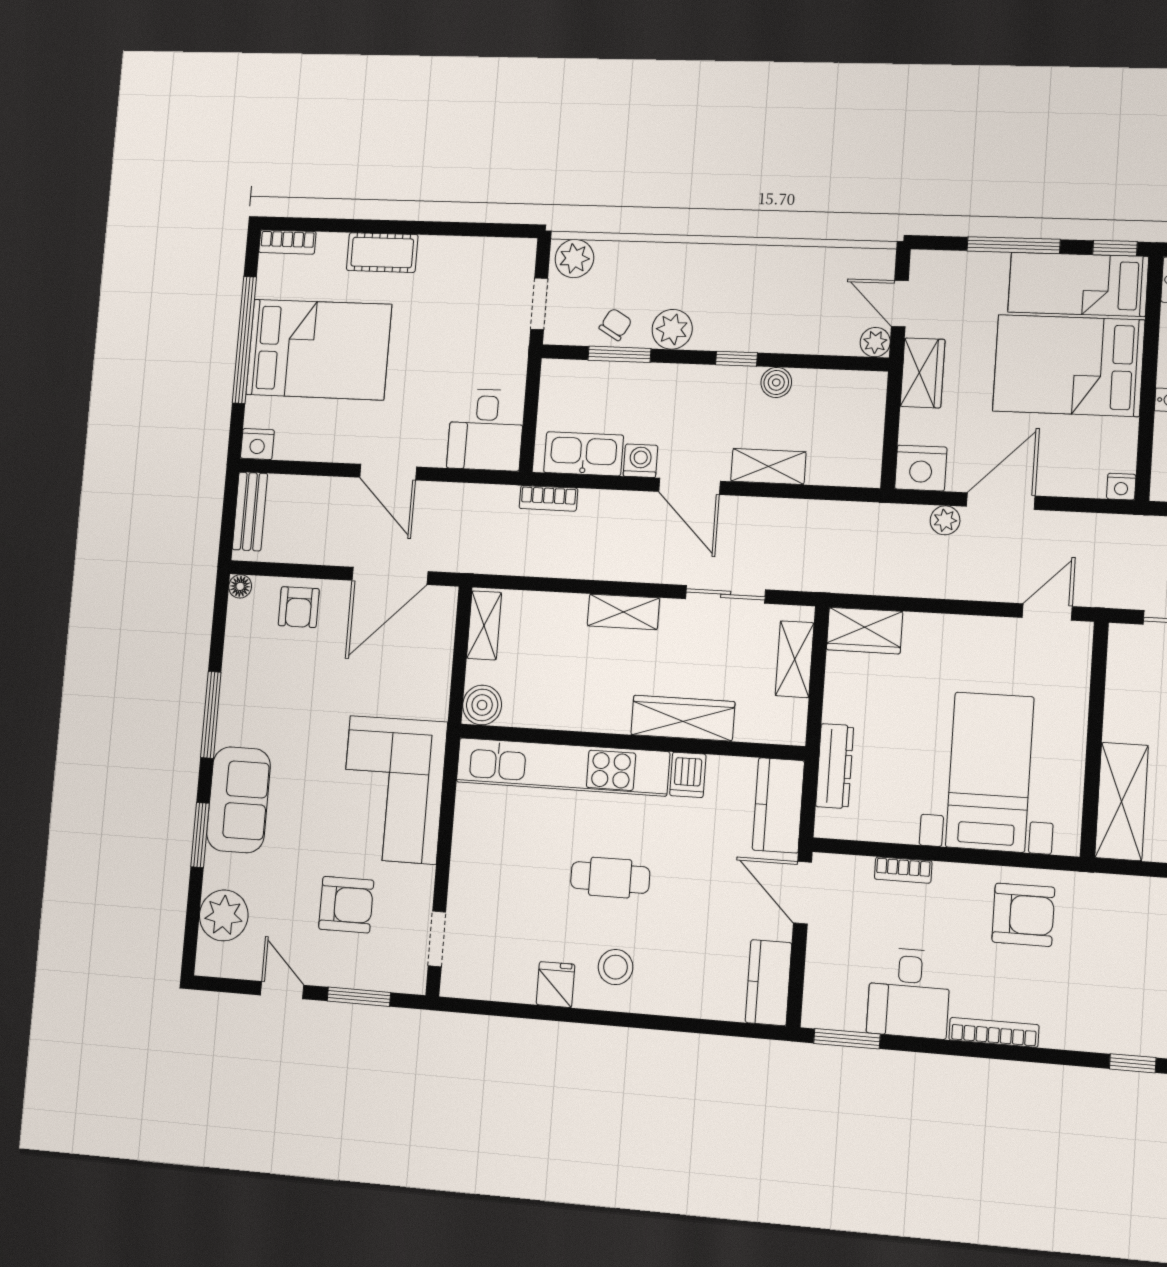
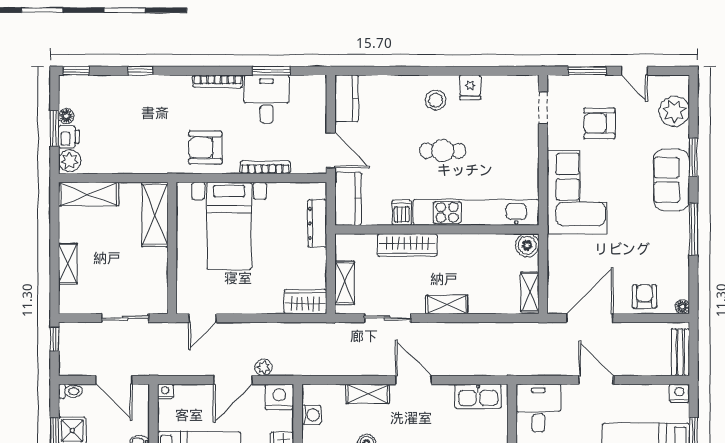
washing machine: (640, 461) -> (311, 415), moved, turned -90
bookcase: (548, 498) -> (497, 369), removed
bookcase: (903, 870) -> (265, 167), width x1.56
window: (847, 1039) -> (271, 71), moved

